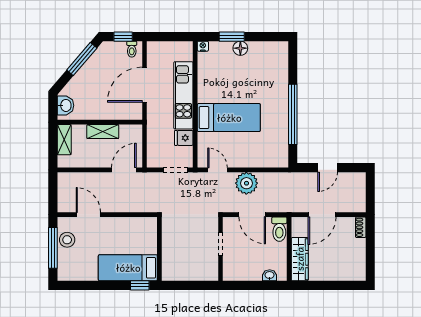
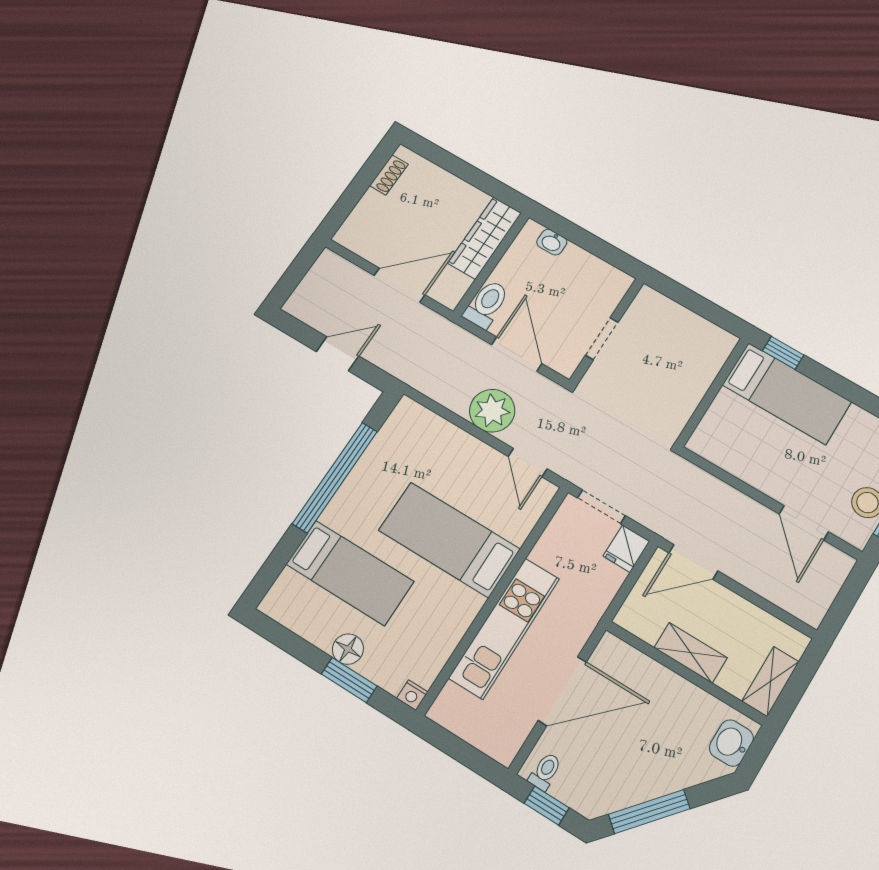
bed: (260, 79) -> (350, 573), added
fridge: (184, 138) -> (626, 549), moved, turned 90
shoe rack: (361, 227) -> (389, 175), moved

